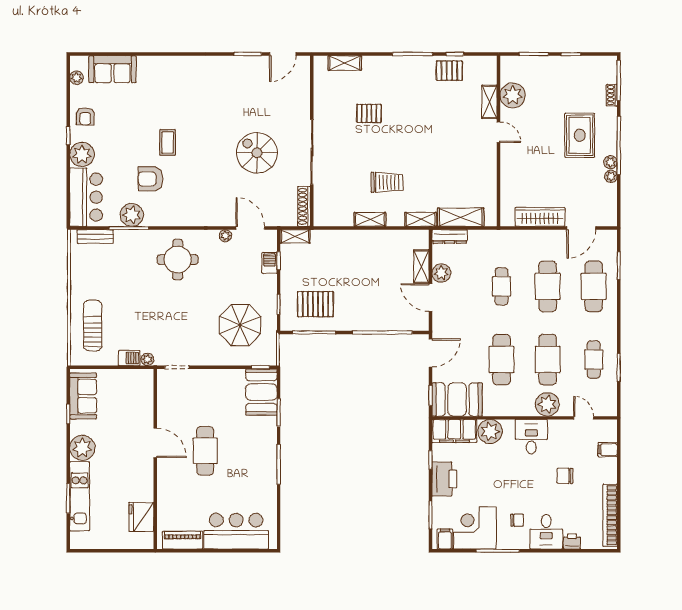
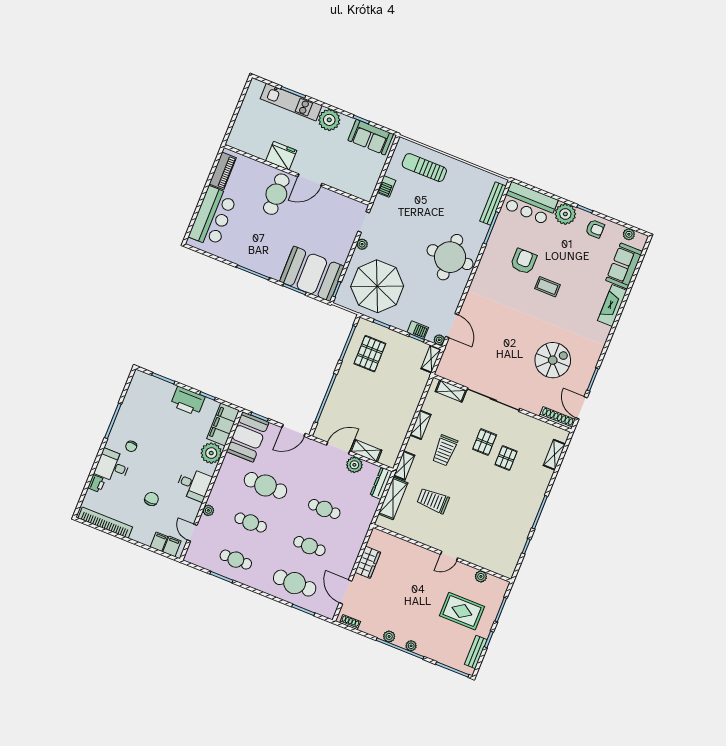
bench: (590, 63) -> (476, 652), added
fireplace: (160, 65) -> (612, 306), added
pallet: (449, 71) -> (485, 442), moved
plant: (513, 95) -> (481, 576), width x0.53, depth x0.53
shoe rack: (612, 95) -> (350, 622), moved
shelving: (489, 102) -> (451, 391), moved
armchair: (85, 116) -> (595, 229), turned 180
rug: (580, 135) -> (462, 611), moved
spiral stairs: (257, 153) -> (553, 360), moved
trolley: (446, 173) -> (433, 501), added
plant: (611, 176) -> (411, 646), moved
shoe rack: (304, 206) -> (557, 418), moved
plant: (132, 215) -> (501, 235), removed
wardrobe: (540, 217) -> (368, 562), width x0.67
door: (250, 228) -> (452, 326), hinge flipped
bench: (95, 236) -> (493, 204), width x1.36
plant: (225, 236) -> (439, 340), moved
round table: (178, 260) -> (450, 257), width x1.36, depth x1.36
cafe table: (548, 286) -> (309, 546), width x0.73, depth x0.74
sun lounger: (93, 325) -> (424, 168), turned 180
parasol: (240, 325) -> (377, 286), width x1.36, depth x1.36
door: (430, 353) -> (294, 430), hinge flipped
plant: (147, 359) -> (362, 244), moved
cafe table: (548, 359) -> (251, 523), width x0.73, depth x0.74
booth: (261, 392) -> (312, 274), width x1.36, depth x1.42
plant: (547, 404) -> (208, 510), width x0.53, depth x0.53
door: (584, 418) -> (192, 533), swing flipped
cafe table: (205, 451) -> (276, 194), moved, turned 90
fridge: (141, 517) -> (281, 156), moved
corner desk: (475, 528) -> (139, 410), removed
filing cabinet: (445, 539) -> (172, 546), moved, turned -90

